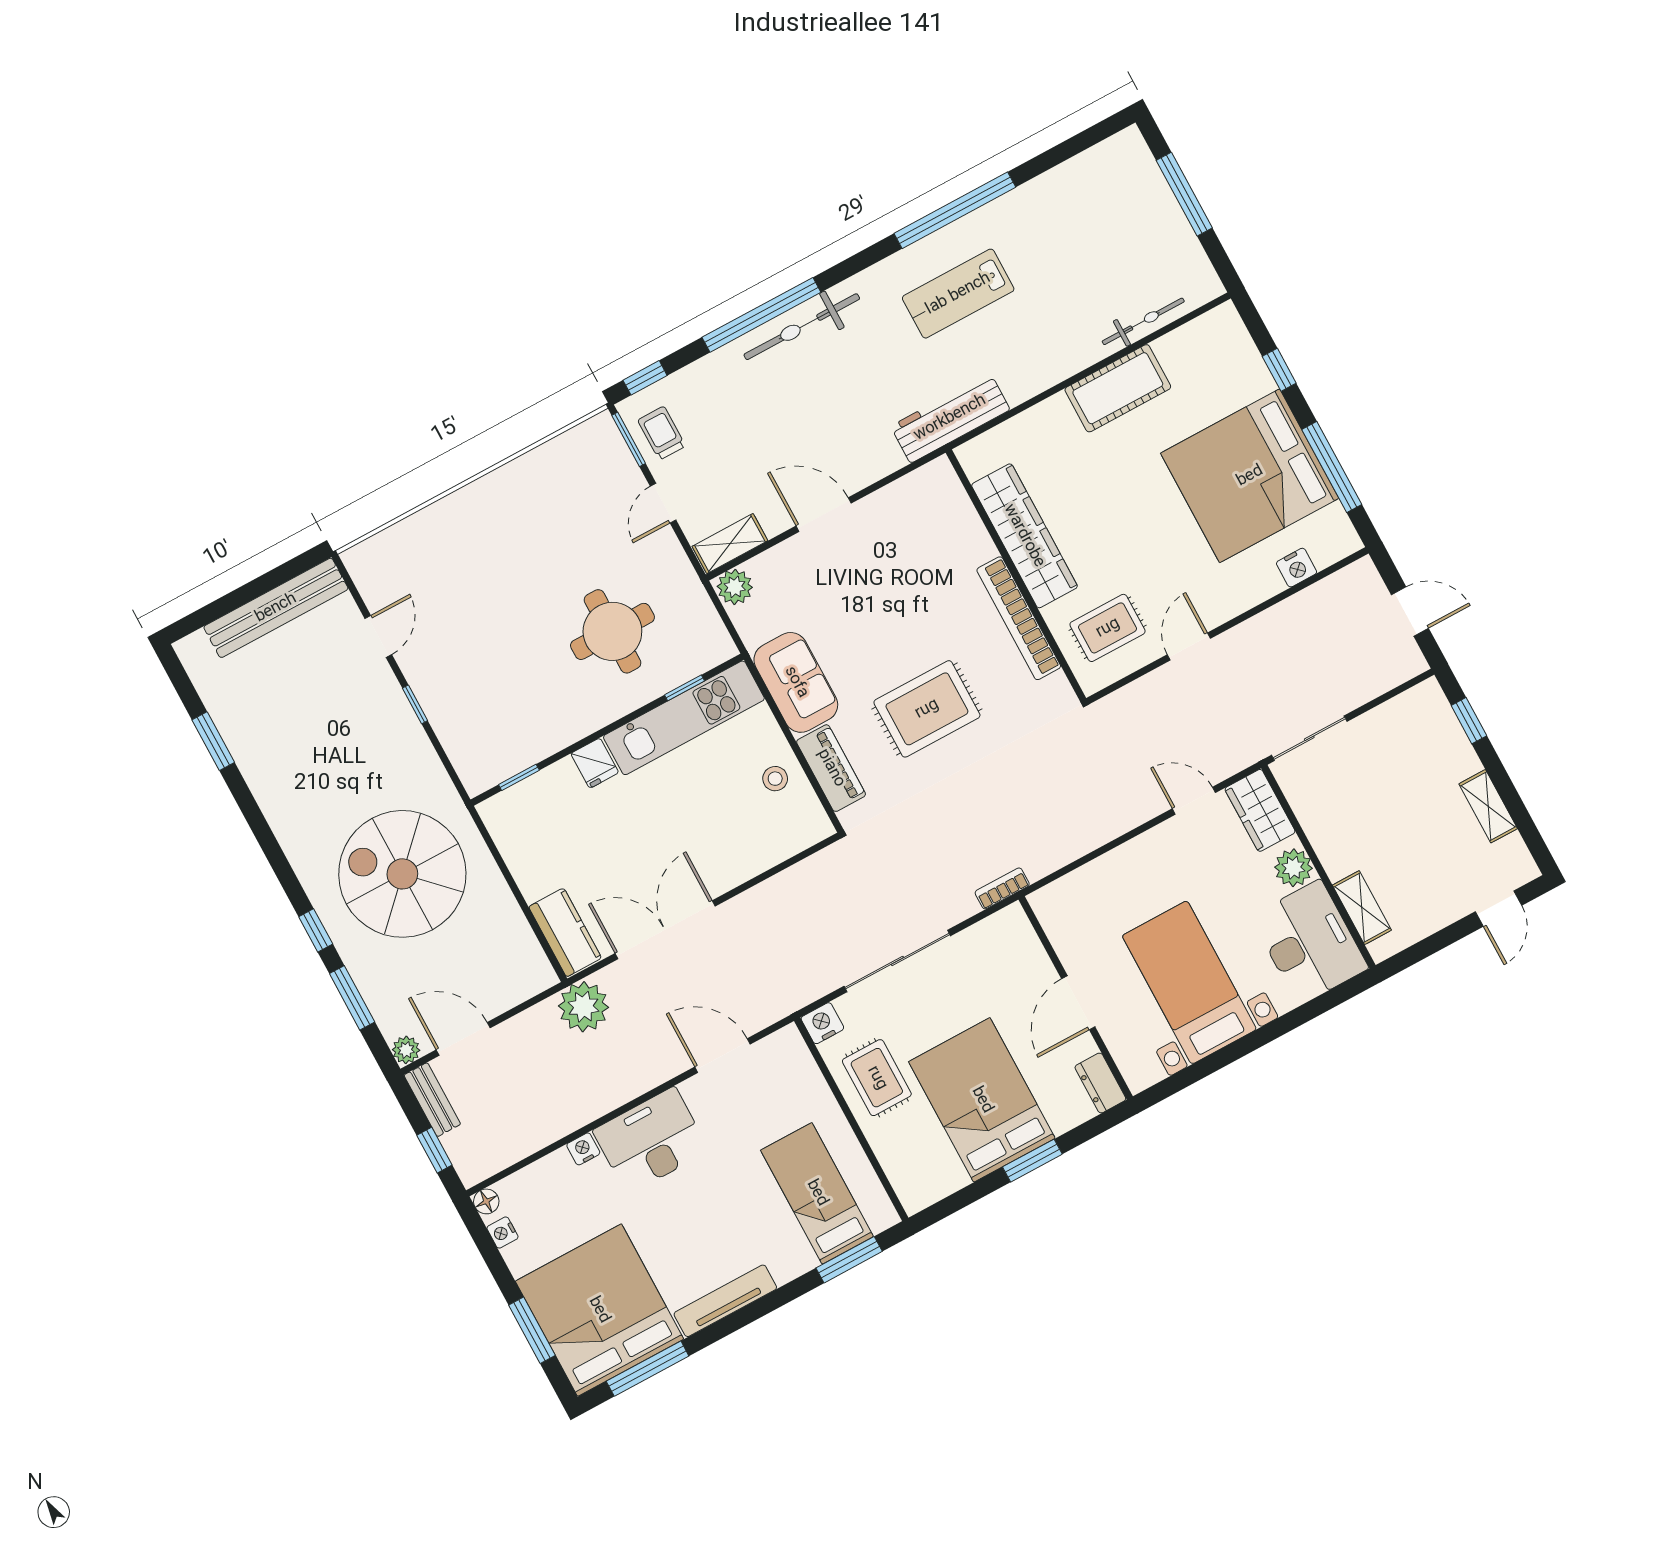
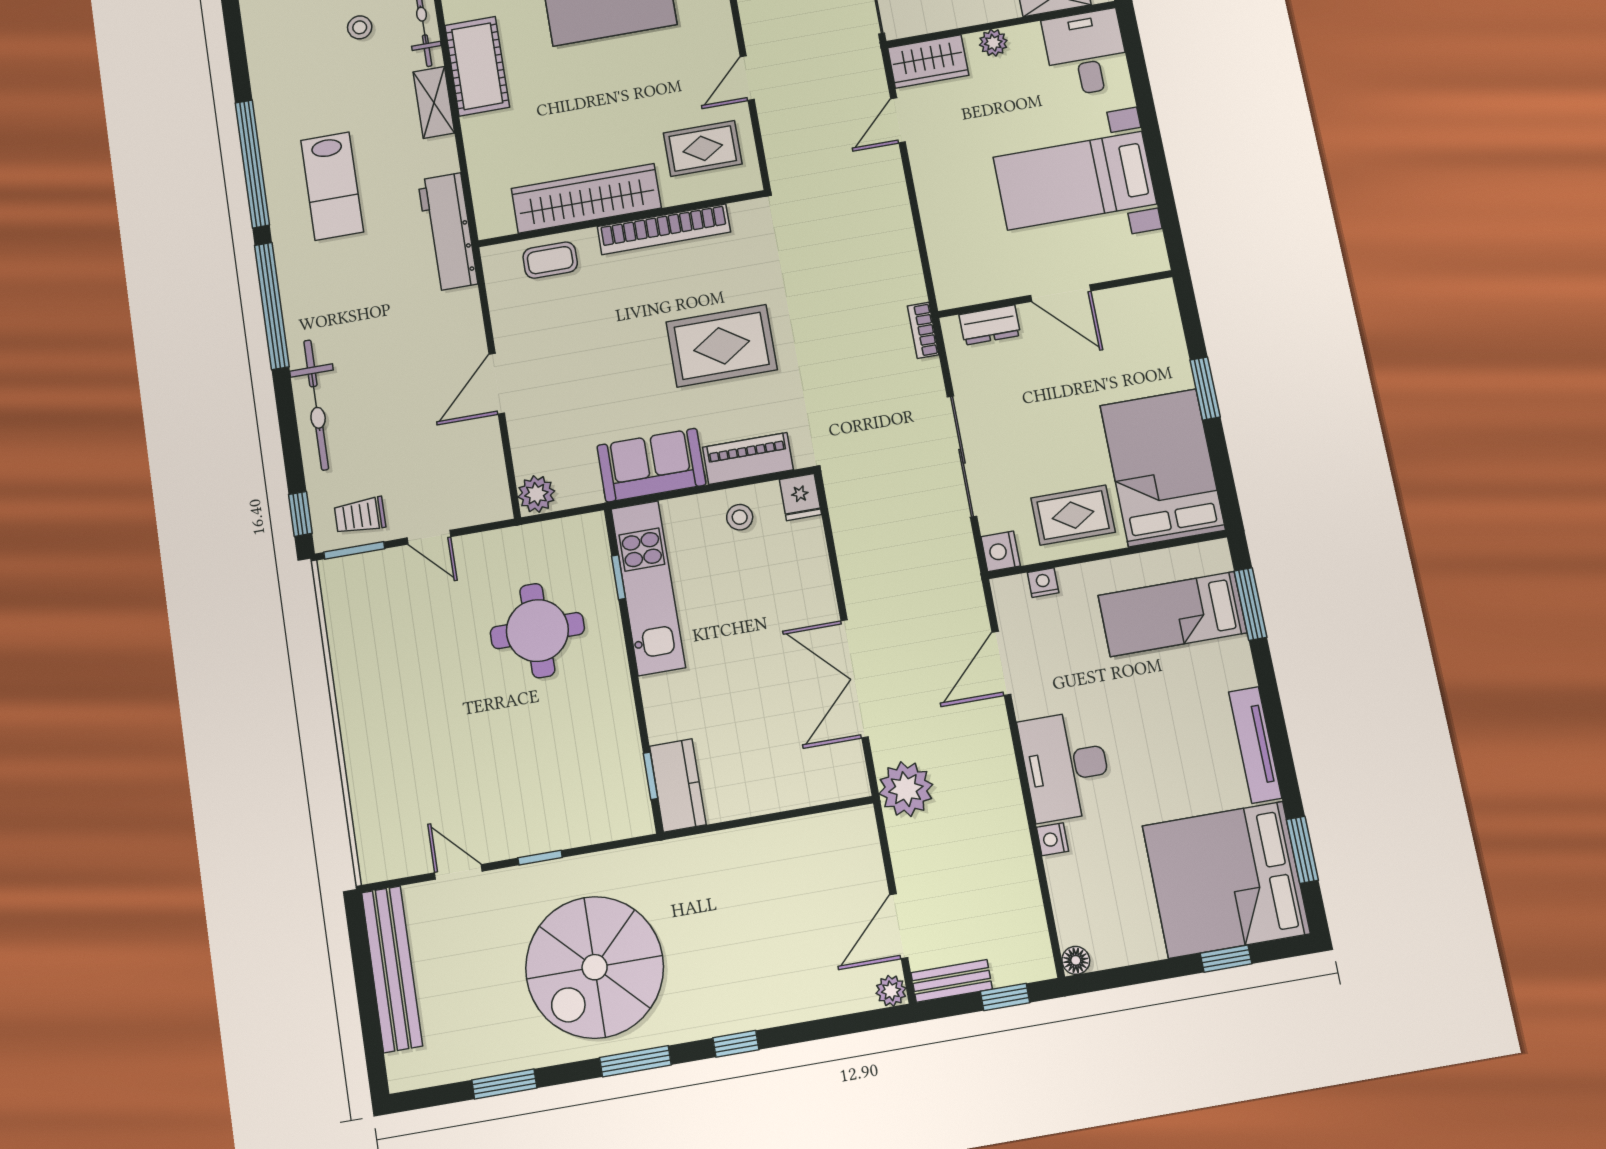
stool: (1119, 263) -> (360, 27), added
window: (761, 315) -> (272, 306), moved
bicycle: (802, 327) -> (316, 405), moved
coffee table: (955, 523) -> (550, 260), added
shelving: (730, 544) -> (434, 102), moved
rug: (1108, 628) -> (703, 148), turned 90
door: (1189, 646) -> (747, 78), hinge flipped
rug: (927, 709) -> (722, 346), turned 90
fridge: (595, 763) -> (800, 497), moved, turned 90
plant: (1293, 868) -> (993, 43), width x0.73, depth x0.73
spiral stairs: (402, 874) -> (595, 967), moved
kitchen counter: (565, 932) -> (678, 785), moved, turned 90
desk: (1310, 942) -> (1086, 53), width x0.73
window: (352, 998) -> (635, 1061), moved
dresser: (1100, 1083) -> (990, 325), moved
bed: (982, 1100) -> (1162, 468), moved, turned 90
nightstand: (502, 1233) -> (1043, 583), moved, turned 180
window: (532, 1330) -> (1226, 959), width x0.67
window: (648, 1369) -> (1302, 850), width x0.69

